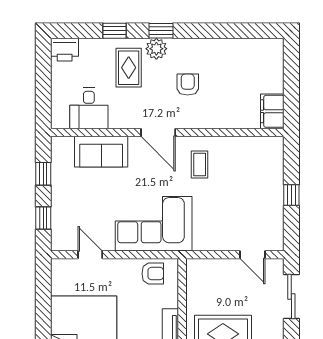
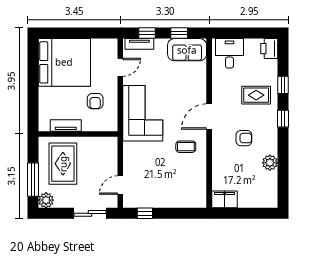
plant: (156, 49) -> (270, 163), moved
desk: (89, 108) -> (230, 53), moved, turned 90
sofa: (101, 152) -> (187, 50), moved, turned -90
window: (291, 195) -> (145, 213), moved
tv unit: (58, 229) -> (139, 44), added
armchair: (153, 274) -> (95, 101), moved

